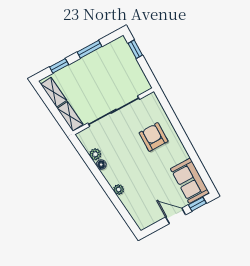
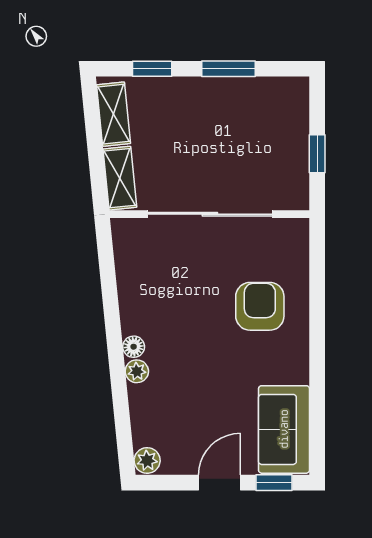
window: (135, 49) -> (317, 154), moved
plant: (95, 154) -> (147, 460), moved
floor lamp: (101, 165) -> (134, 347), moved
door: (176, 216) -> (219, 483), hinge flipped

